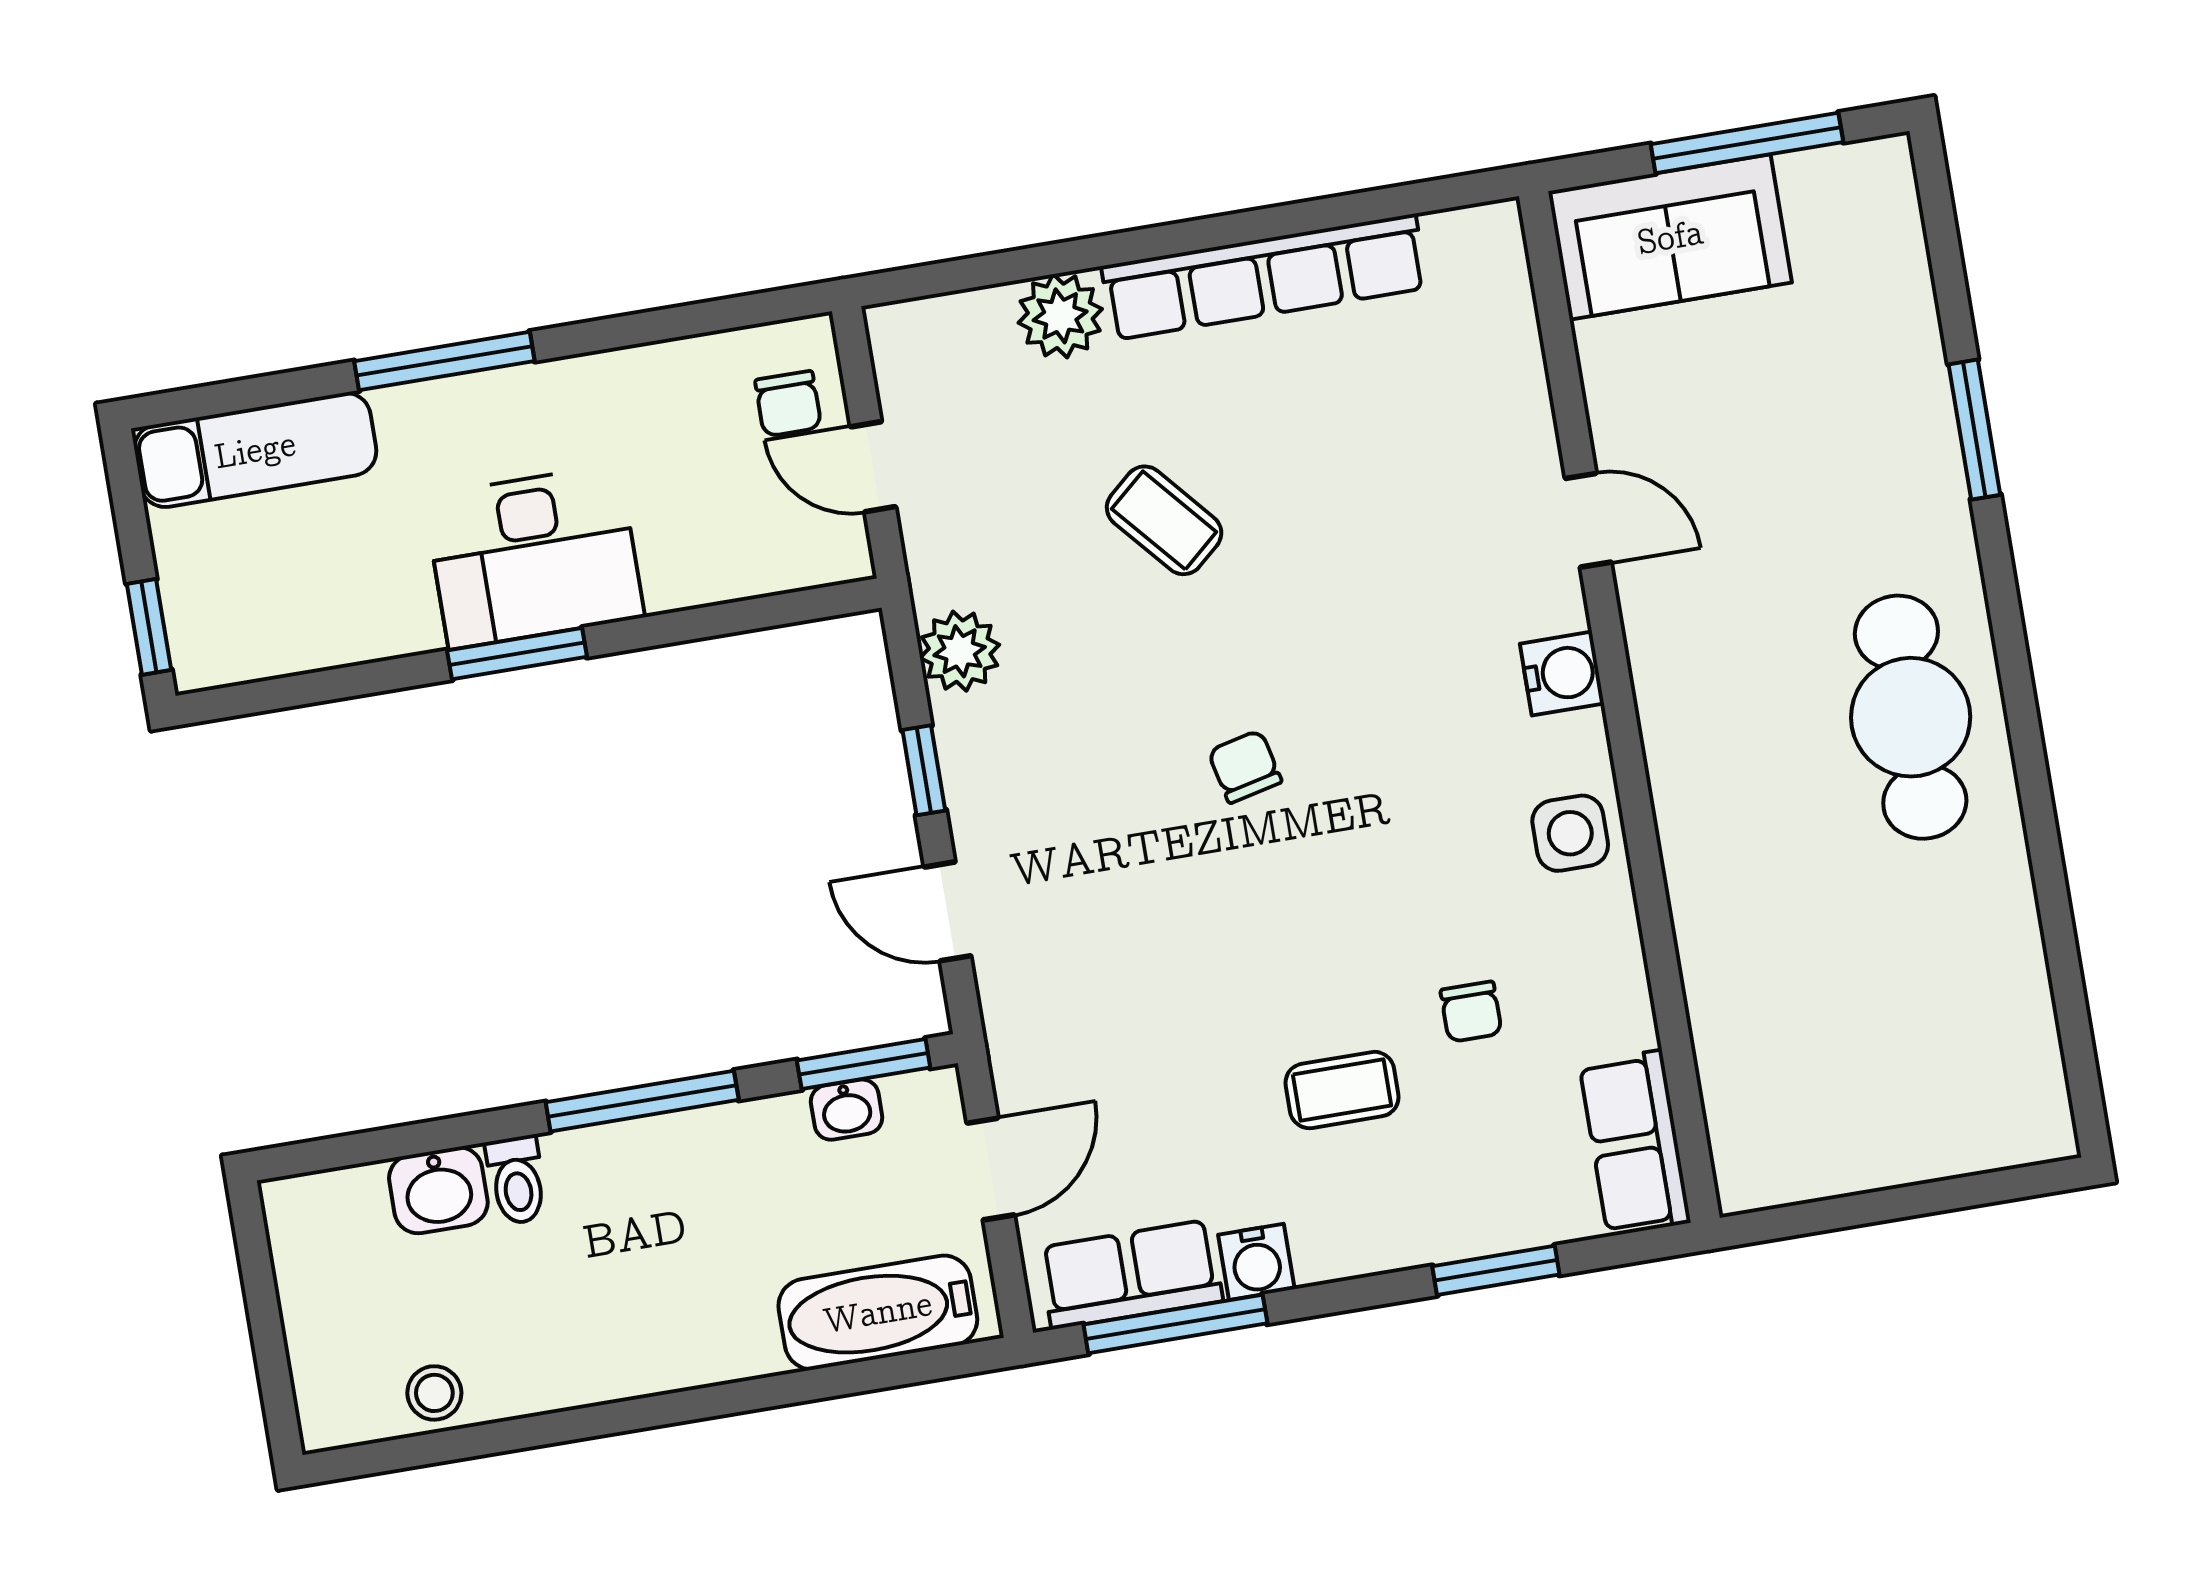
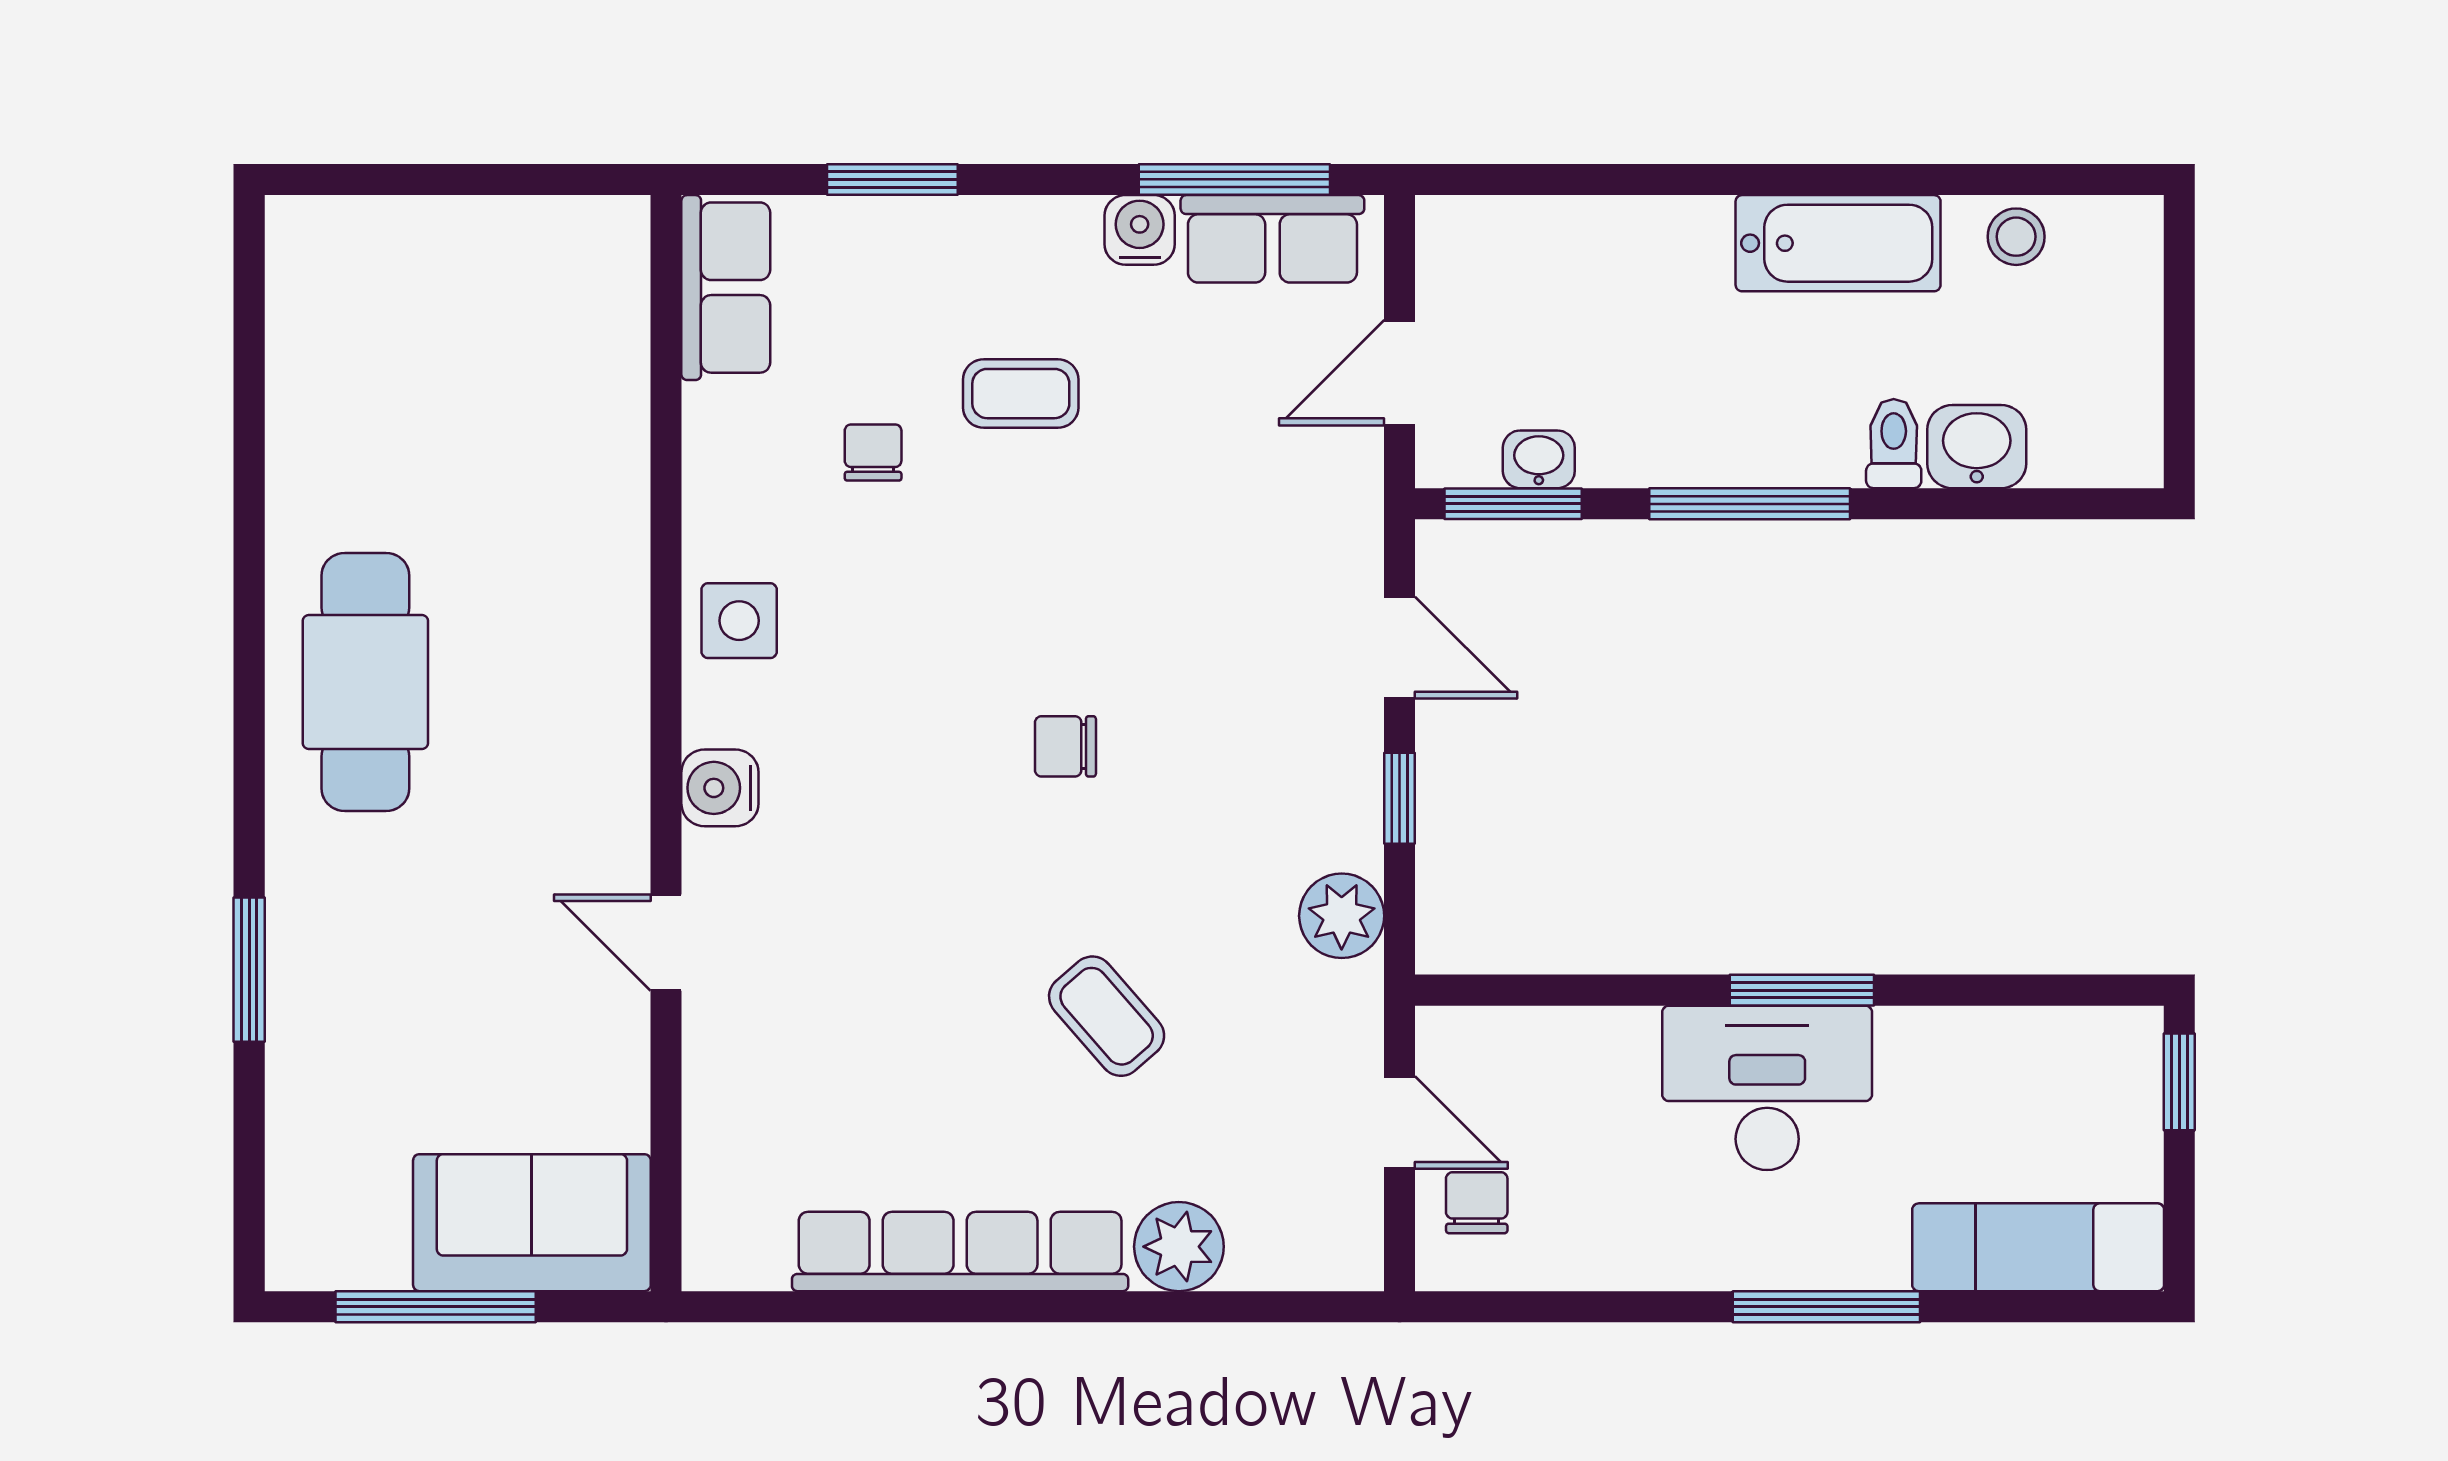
chair: (1245, 767) -> (1065, 746), turned 103
bathtub: (878, 1312) -> (1838, 243), moved

